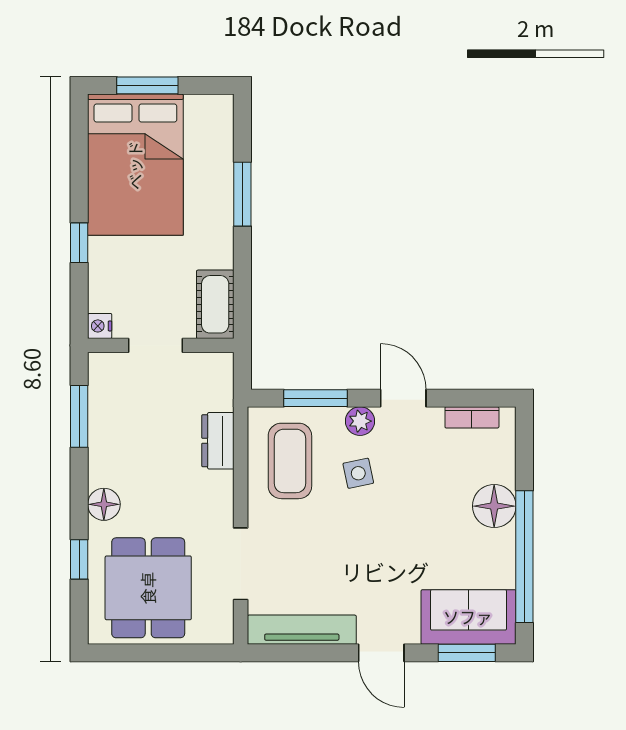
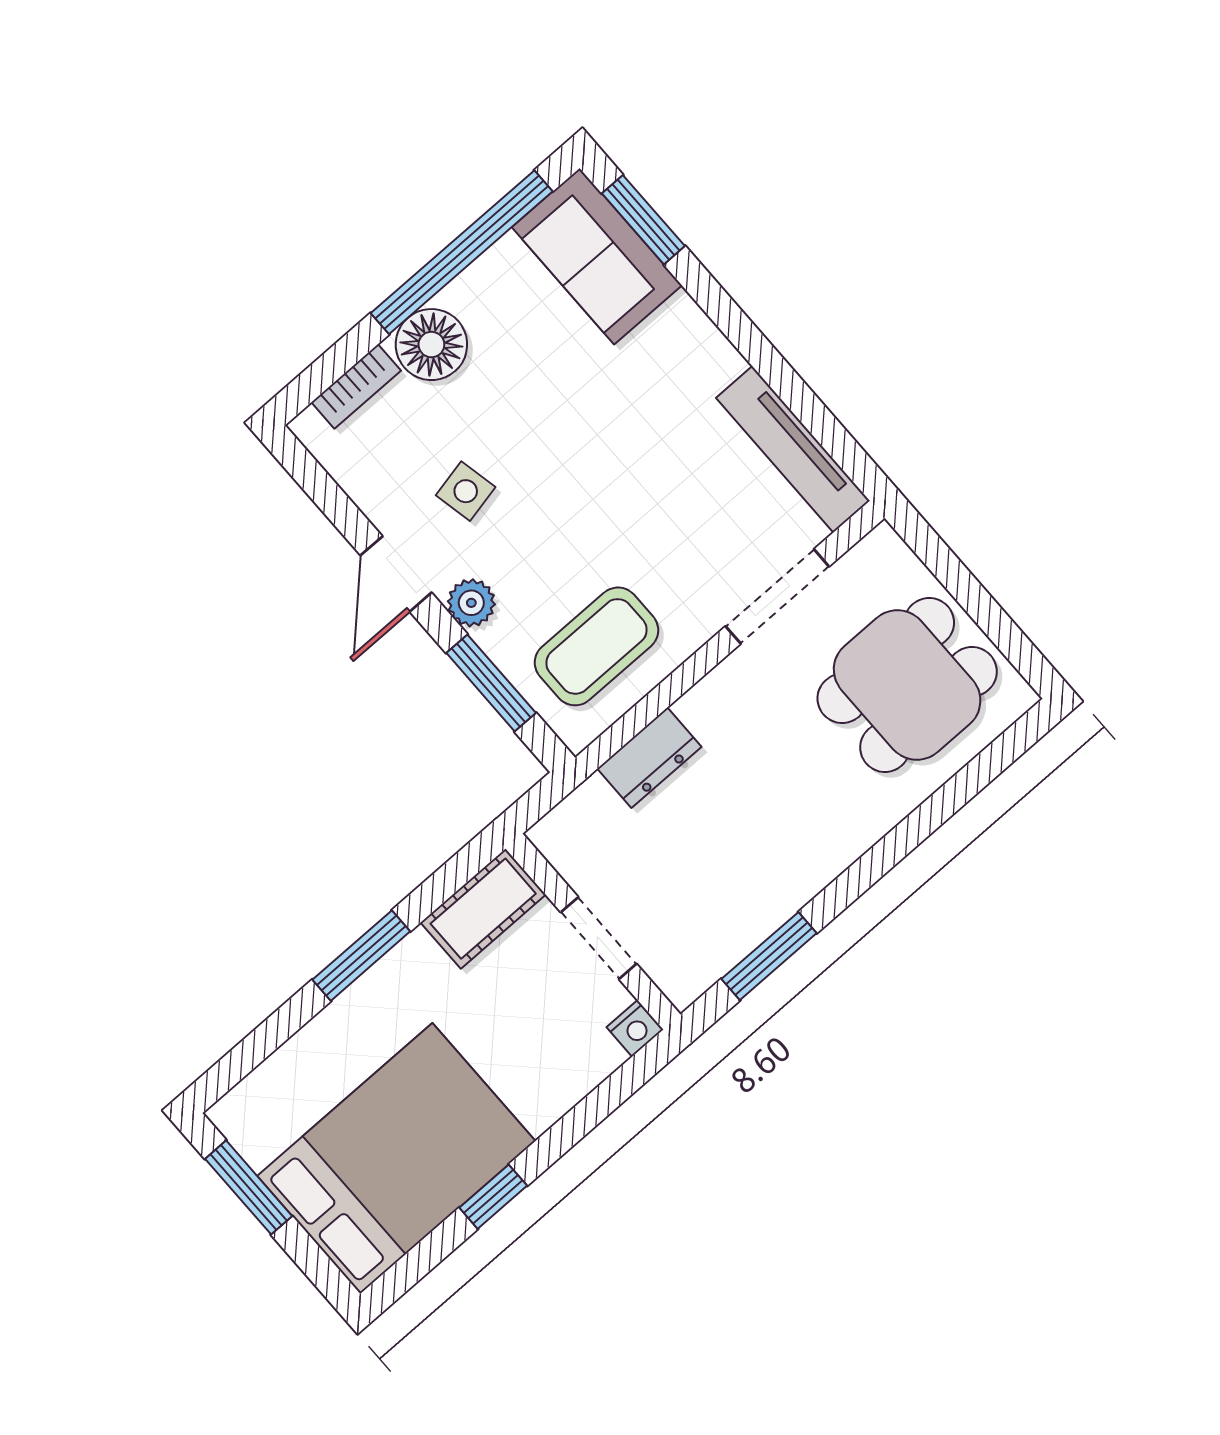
window: (147, 85) -> (249, 1187), moved
window: (242, 194) -> (361, 956), moved
window: (79, 243) -> (493, 1197), moved
bookcase: (472, 417) -> (356, 386), moved, turned 90
side table: (358, 473) -> (466, 491), moved
floor lamp: (104, 504) -> (851, 830), removed
window: (79, 559) -> (946, 801), removed
door: (381, 653) -> (736, 326), removed

